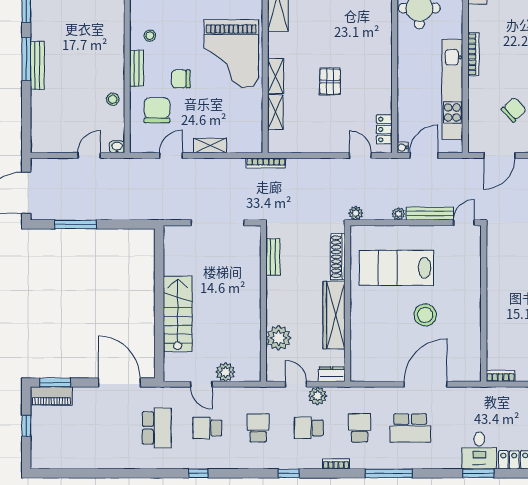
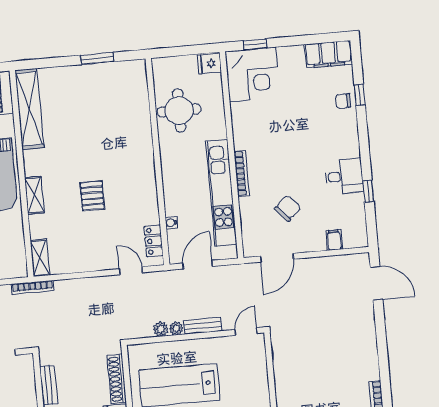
bookcase: (473, 54) -> (242, 173), moved
shelving: (275, 112) -> (40, 258), moved
water cooler: (403, 148) -> (171, 223), moved
plant: (356, 213) -> (161, 329), moved
bench: (430, 214) -> (203, 326), width x0.73

